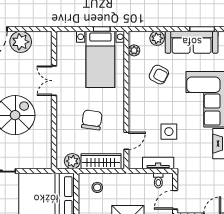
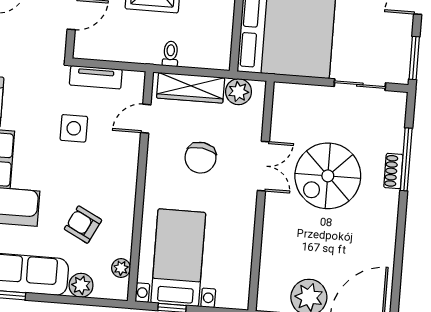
double door: (54, 81) -> (263, 166), moved
toilet: (158, 181) -> (171, 54), moved
stool: (97, 187) -> (200, 45), removed

